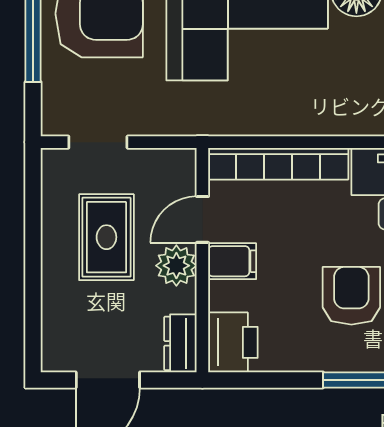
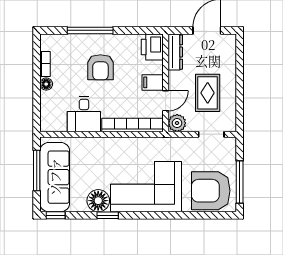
plant: (176, 266) -> (177, 123), moved
dresser: (180, 343) -> (175, 52), width x1.44

